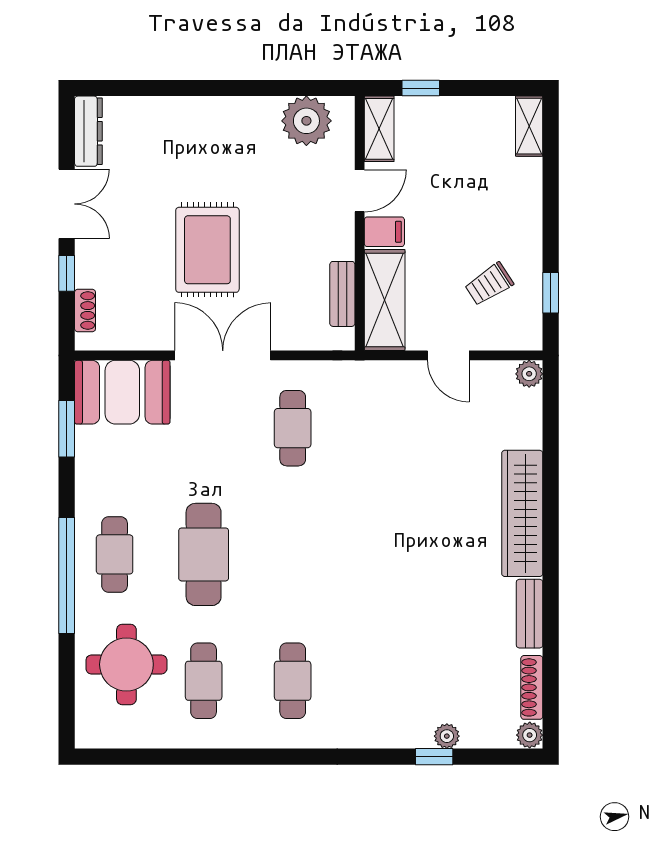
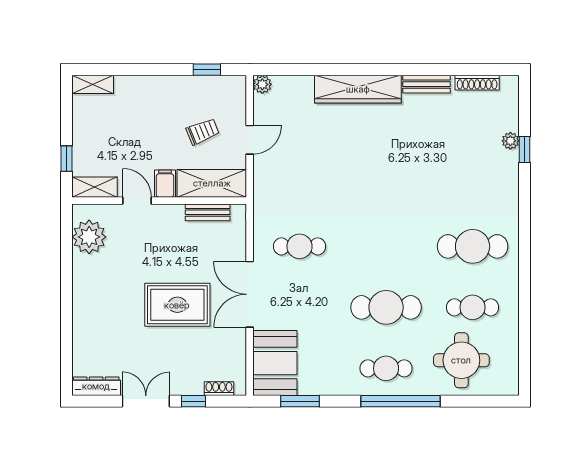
trolley: (489, 284) -> (203, 132), moved, turned -79
cafe table: (293, 681) -> (473, 246), width x1.37, depth x1.35
plant: (530, 735) -> (510, 84), removed

